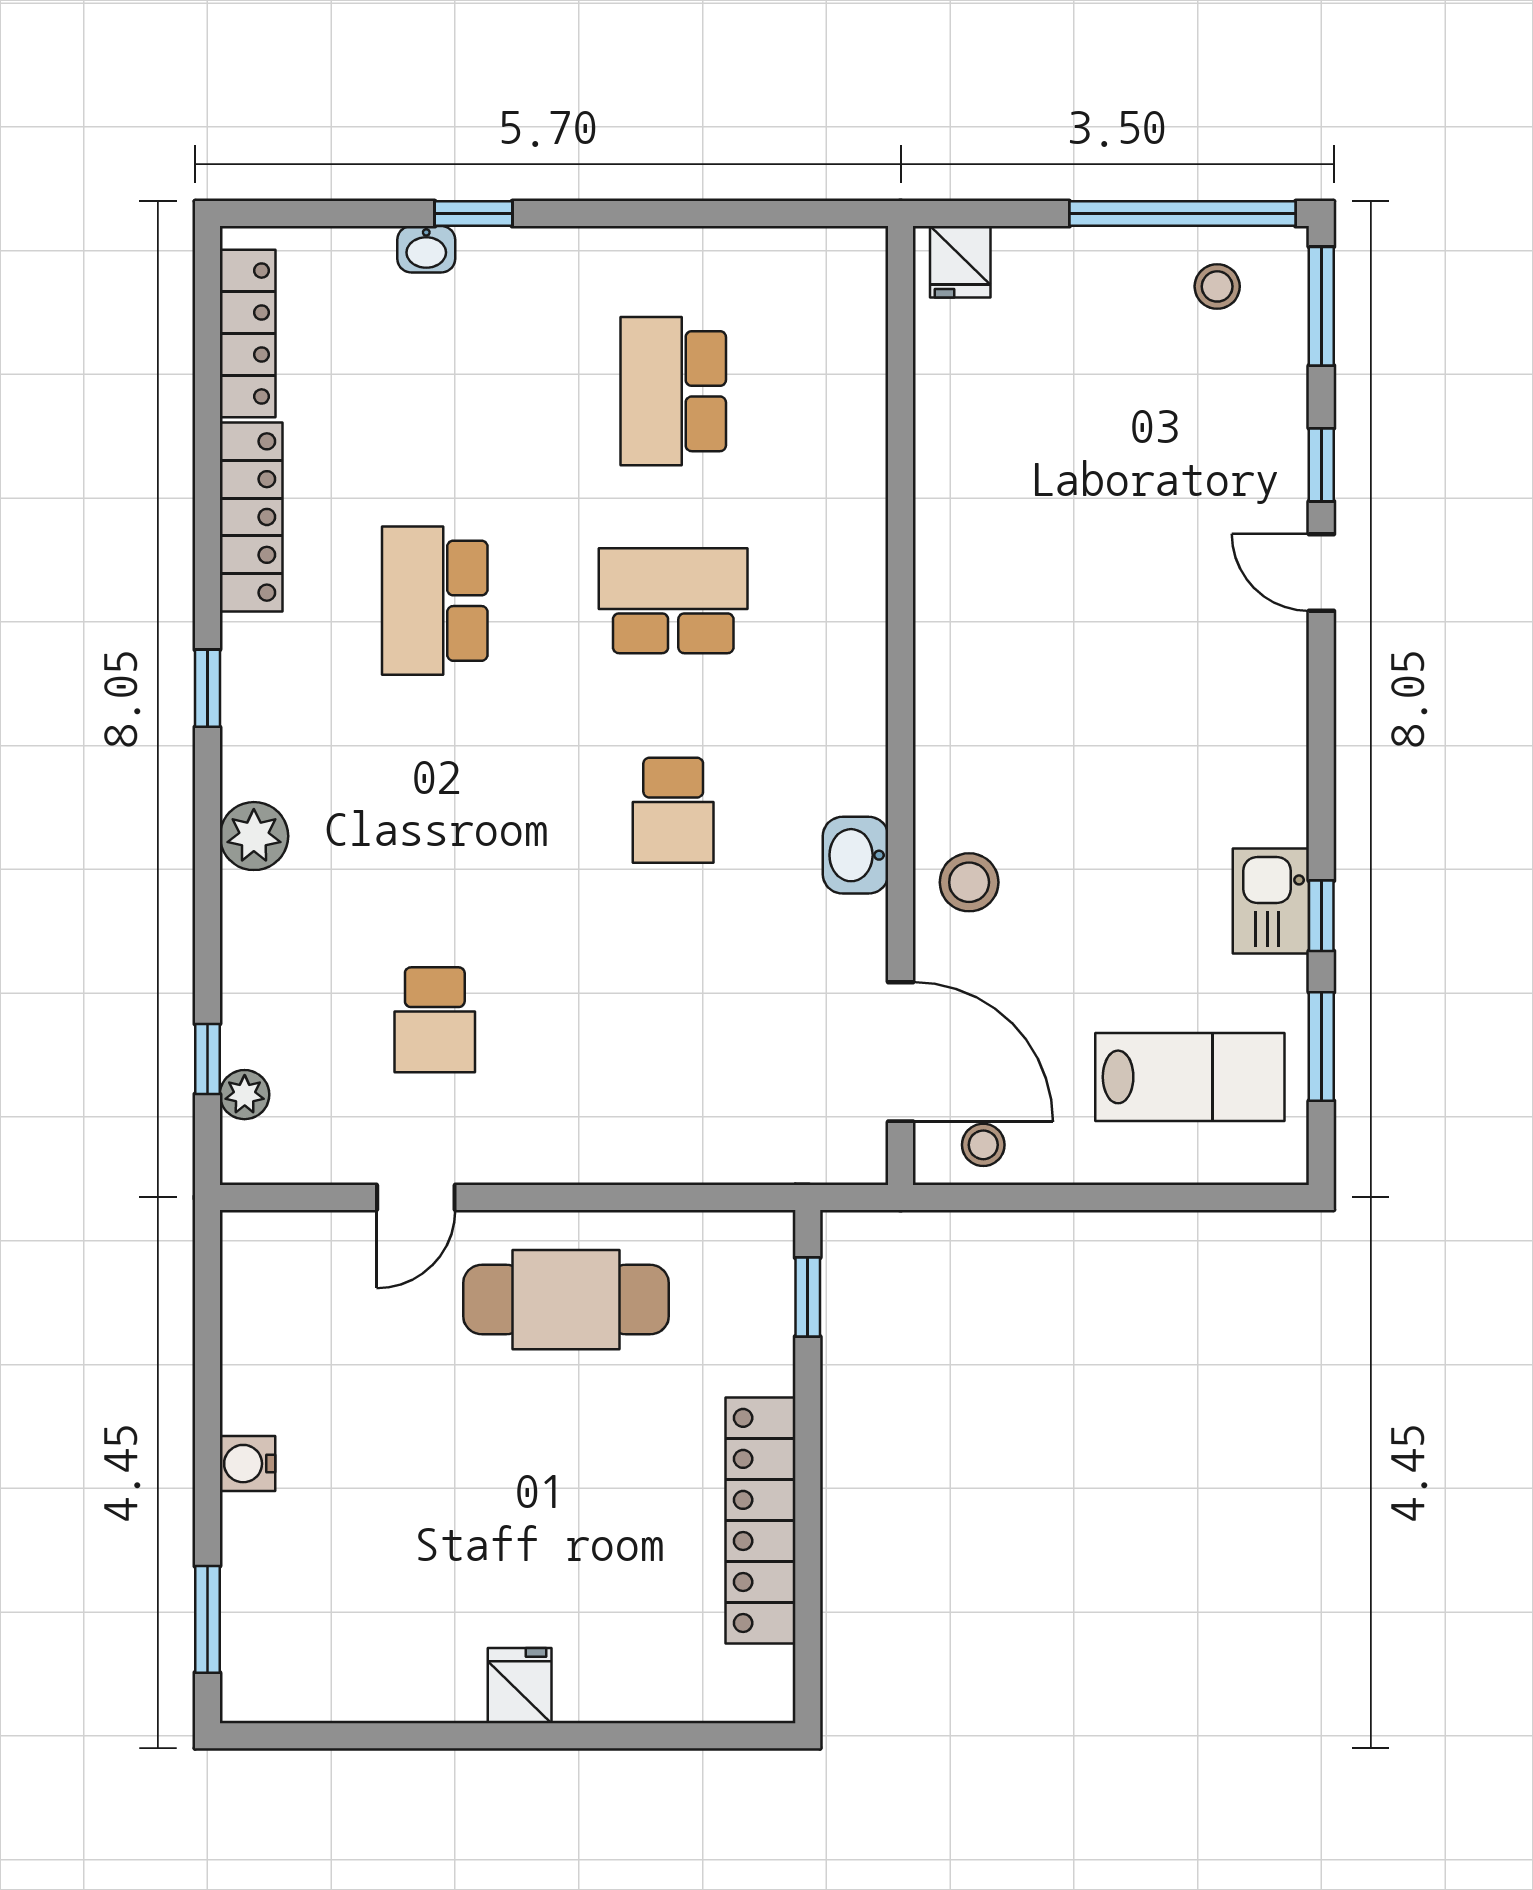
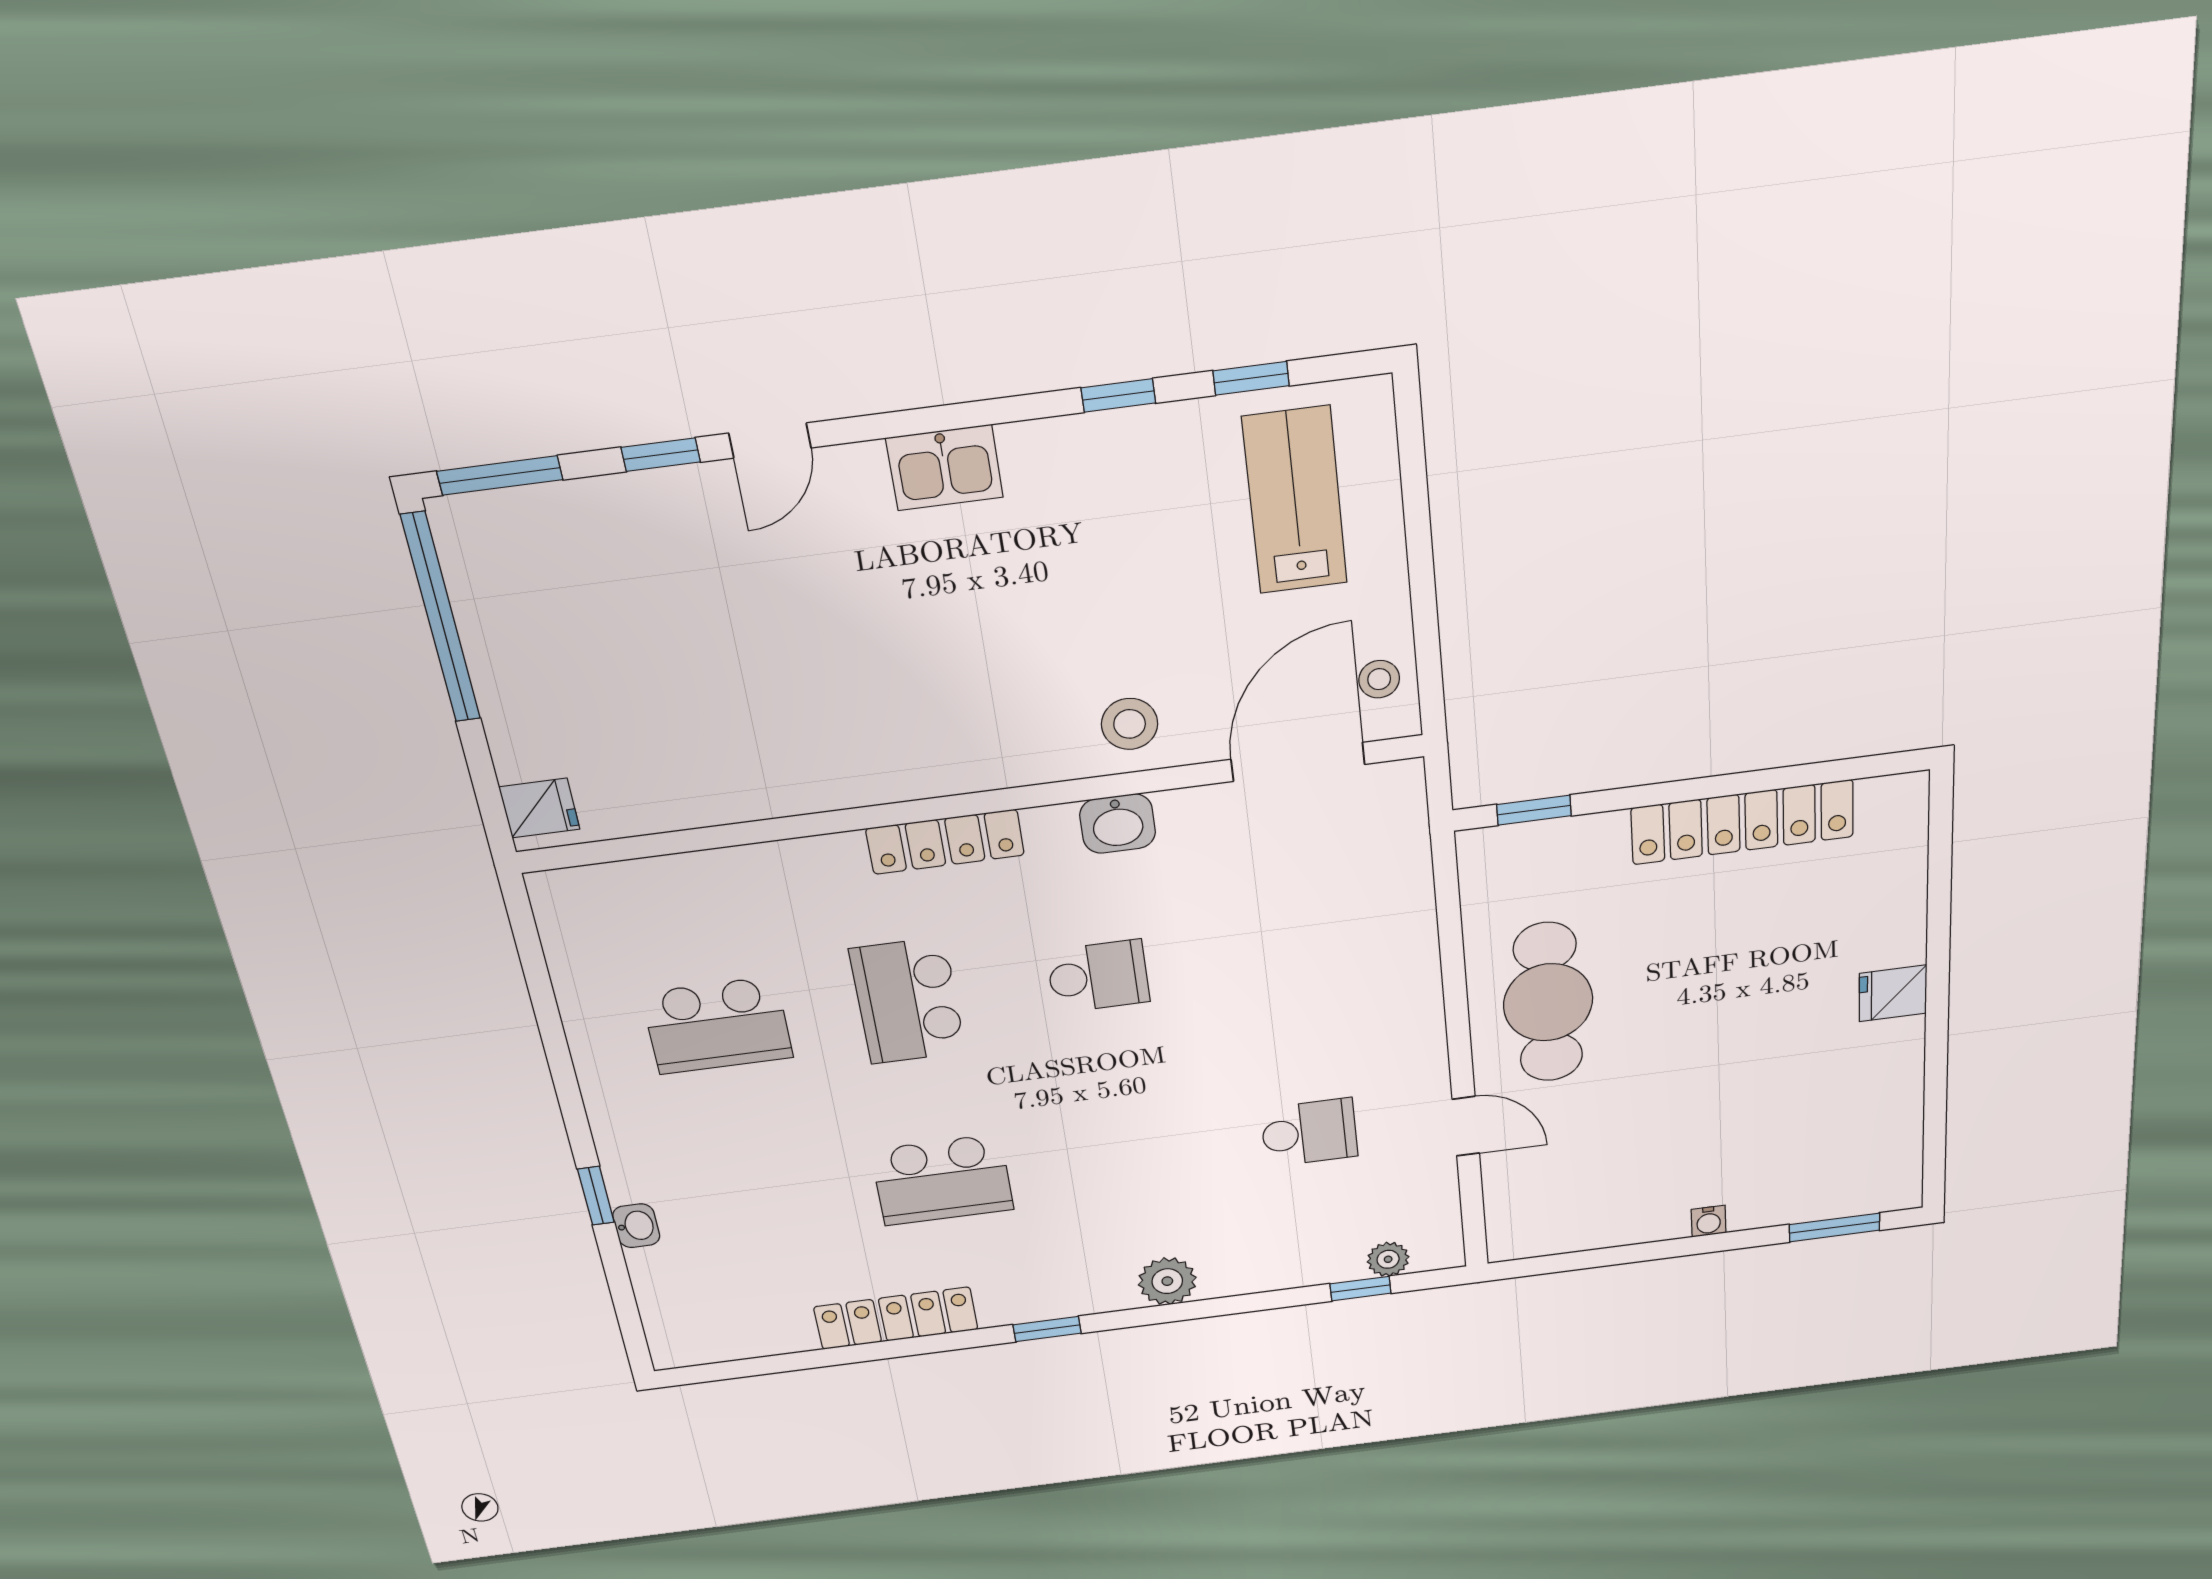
stool: (1217, 286) -> (505, 577), removed
locker: (248, 333) -> (945, 842), moved, turned 180
kitchen sink: (1271, 901) -> (945, 468), moved
window: (1321, 1047) -> (1251, 378), width x0.67
water cooler: (247, 1464) -> (1709, 1221), width x0.72, depth x0.72

